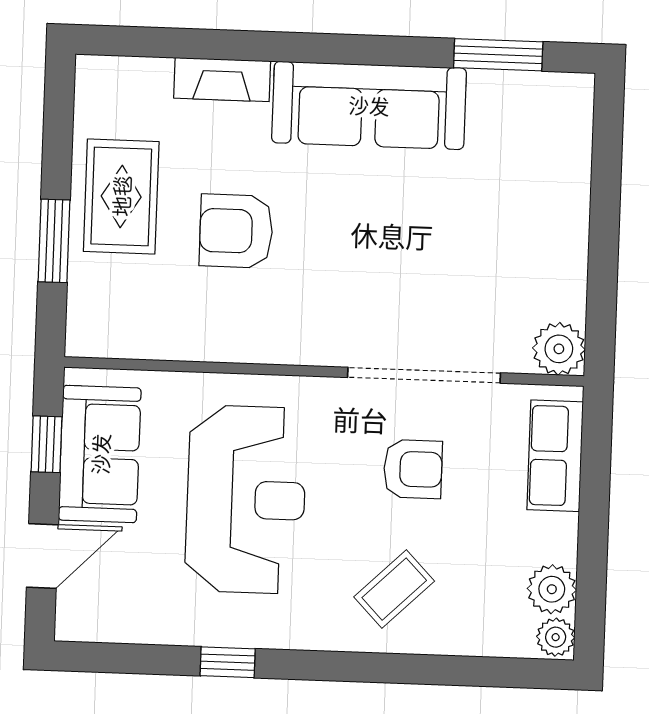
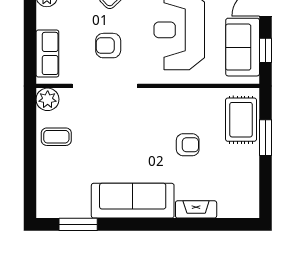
rug: (121, 196) -> (241, 120), moved
armchair: (236, 231) -> (188, 145), width x0.72, depth x0.72
coffee table: (542, 261) -> (56, 137), added

